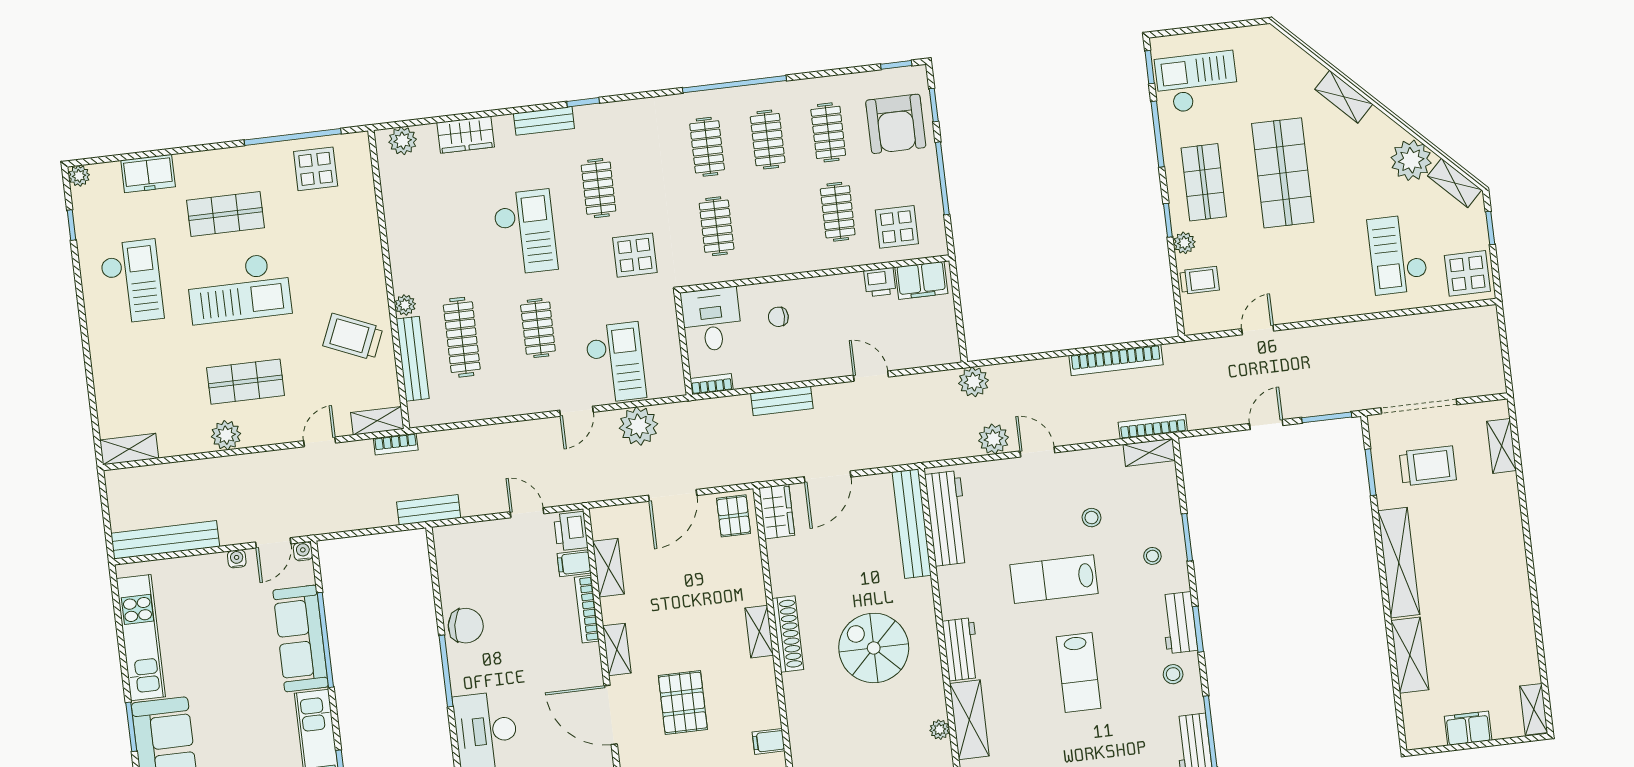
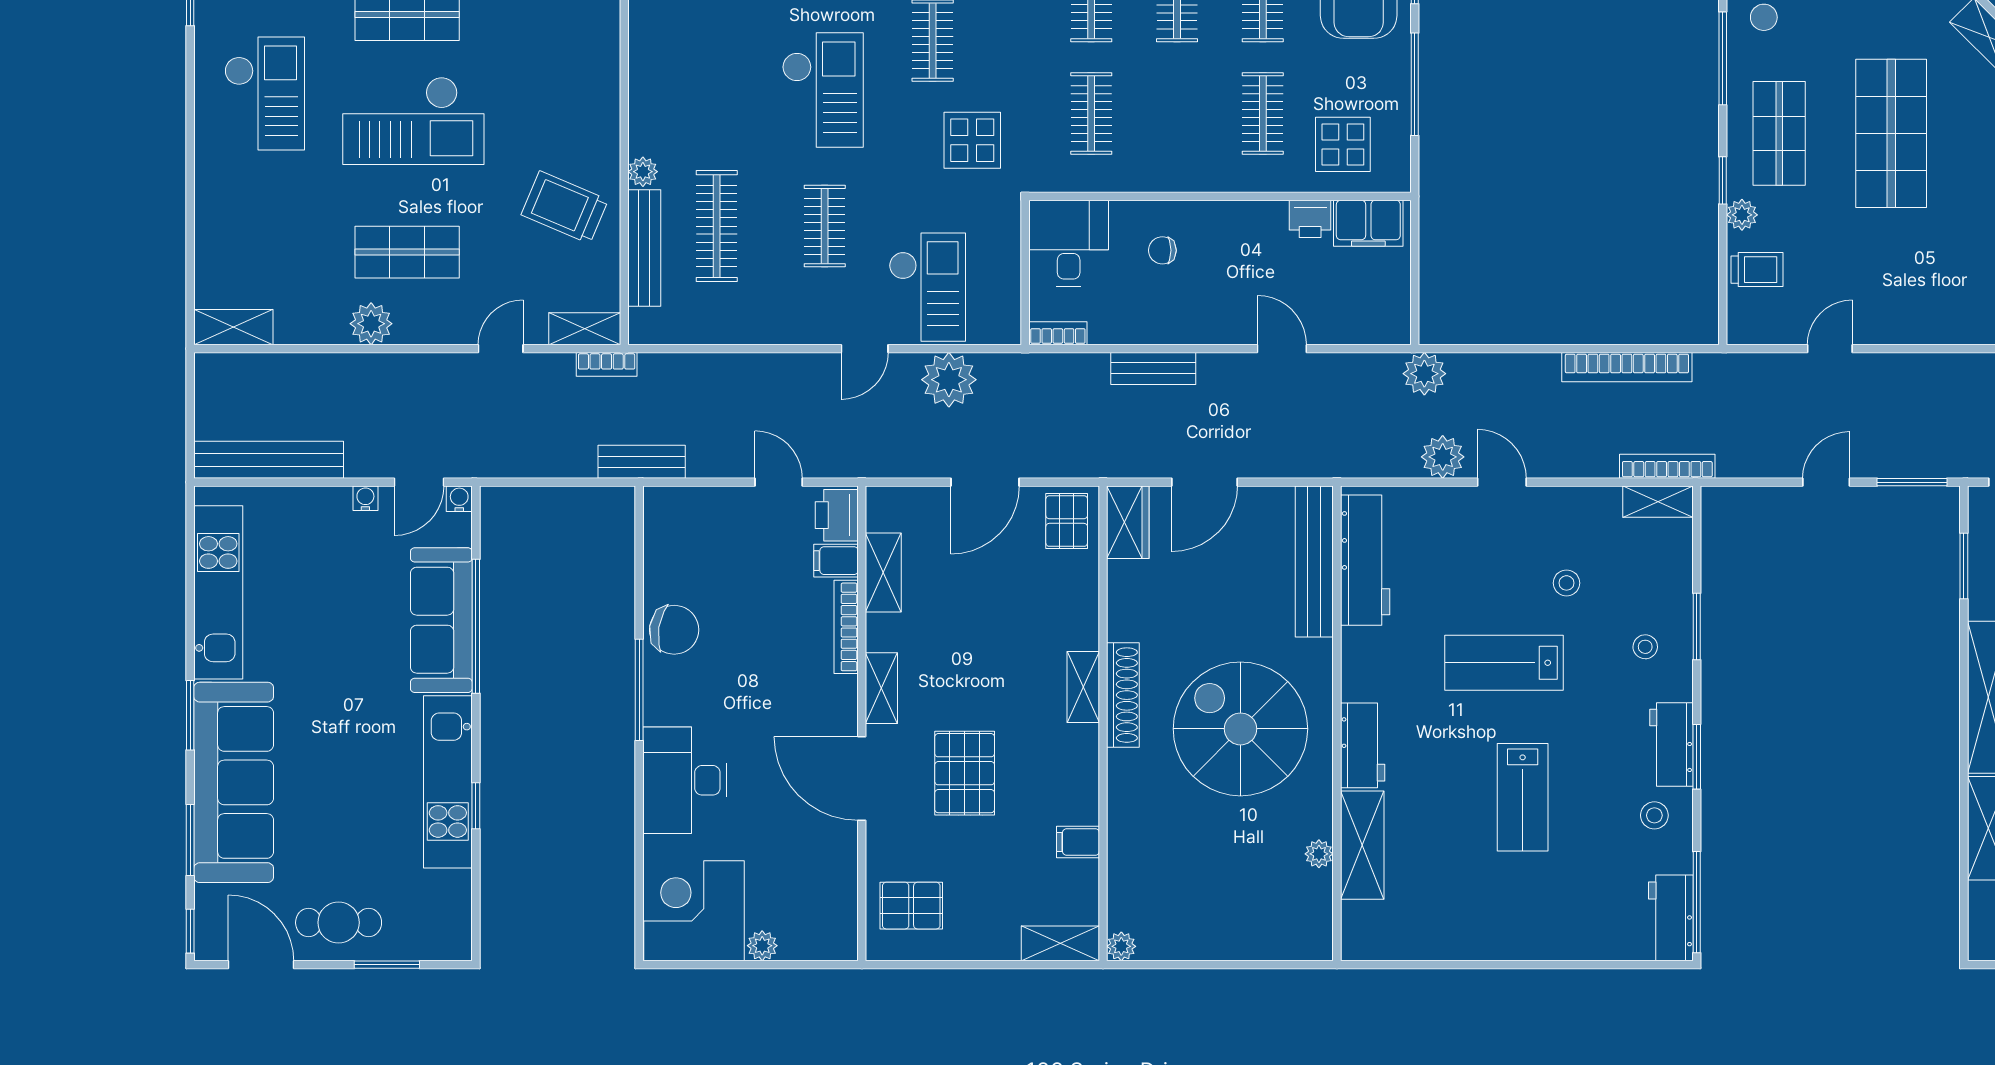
spiral stairs: (874, 648) -> (1240, 729), width x1.37, depth x1.37

